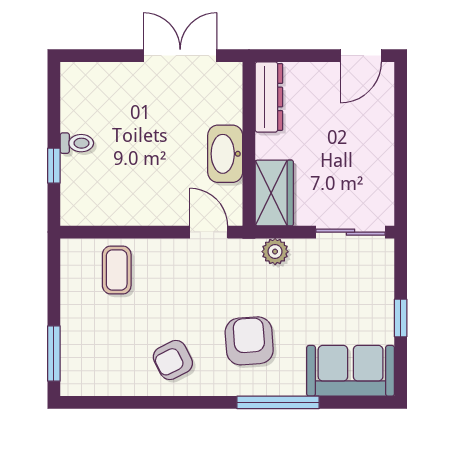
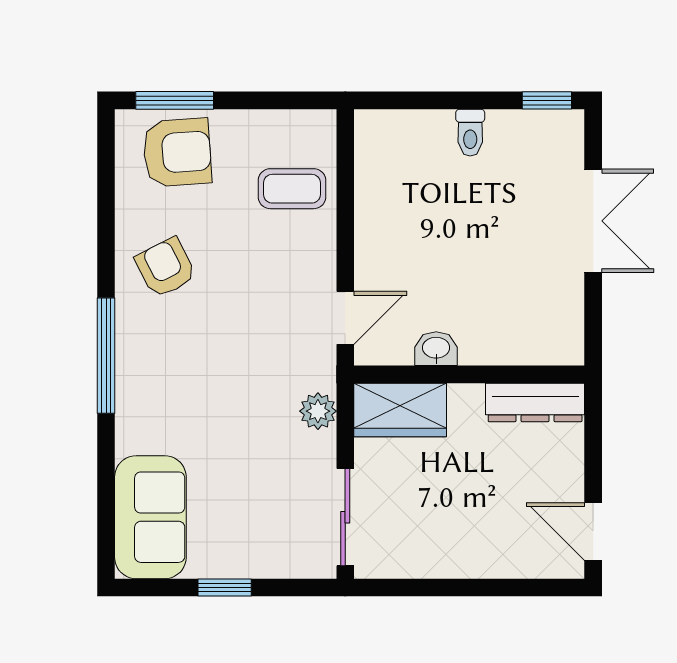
double door: (180, 56) -> (593, 221), moved
washbasin: (225, 154) -> (436, 349), width x0.52, depth x0.69
window: (54, 166) -> (547, 100), moved
armchair: (249, 341) -> (177, 152), moved
window: (278, 402) -> (106, 356), moved

